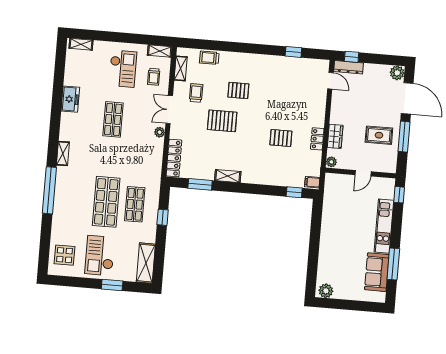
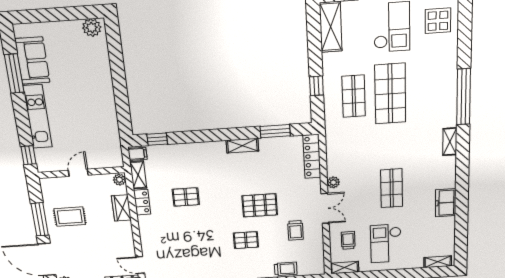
shelving: (181, 68) -> (138, 175), moved

